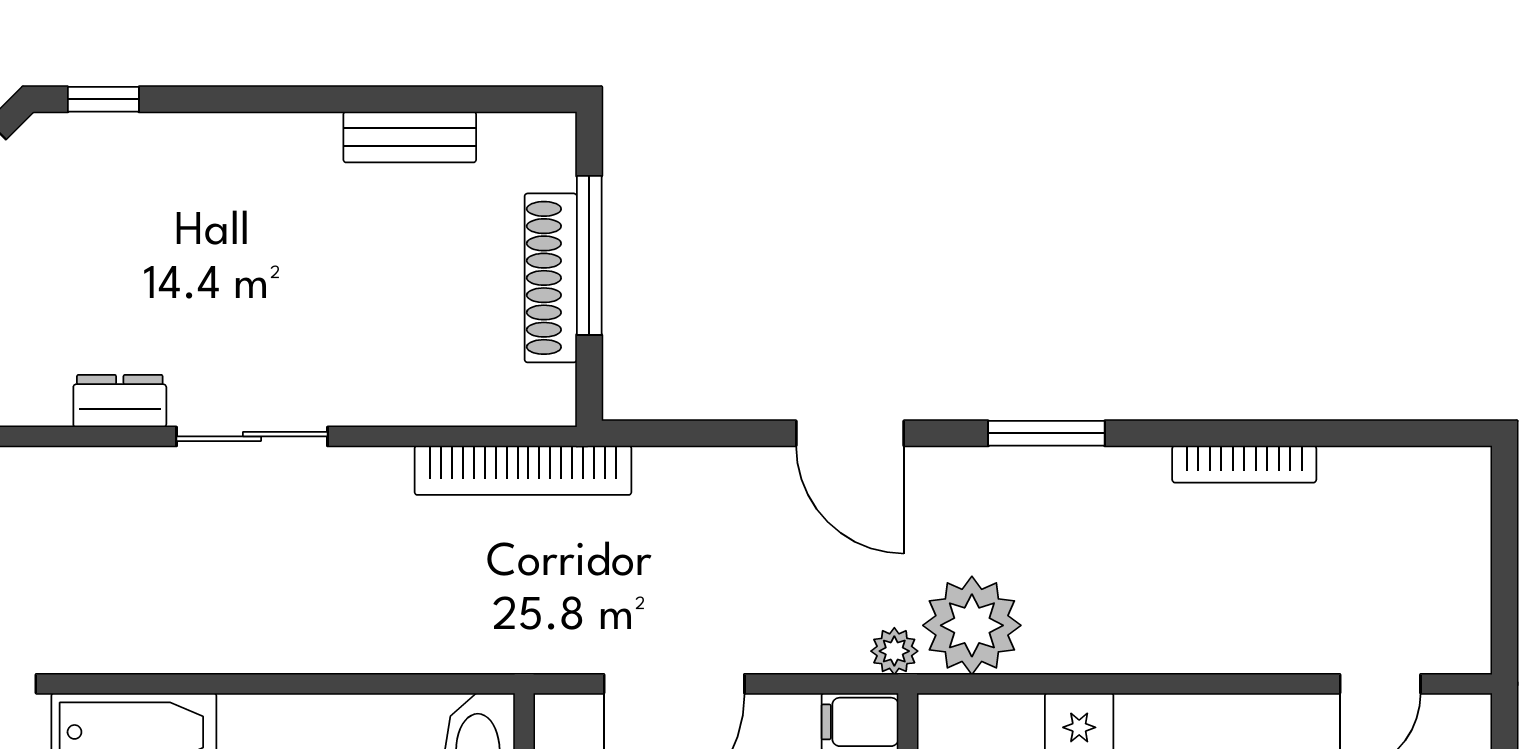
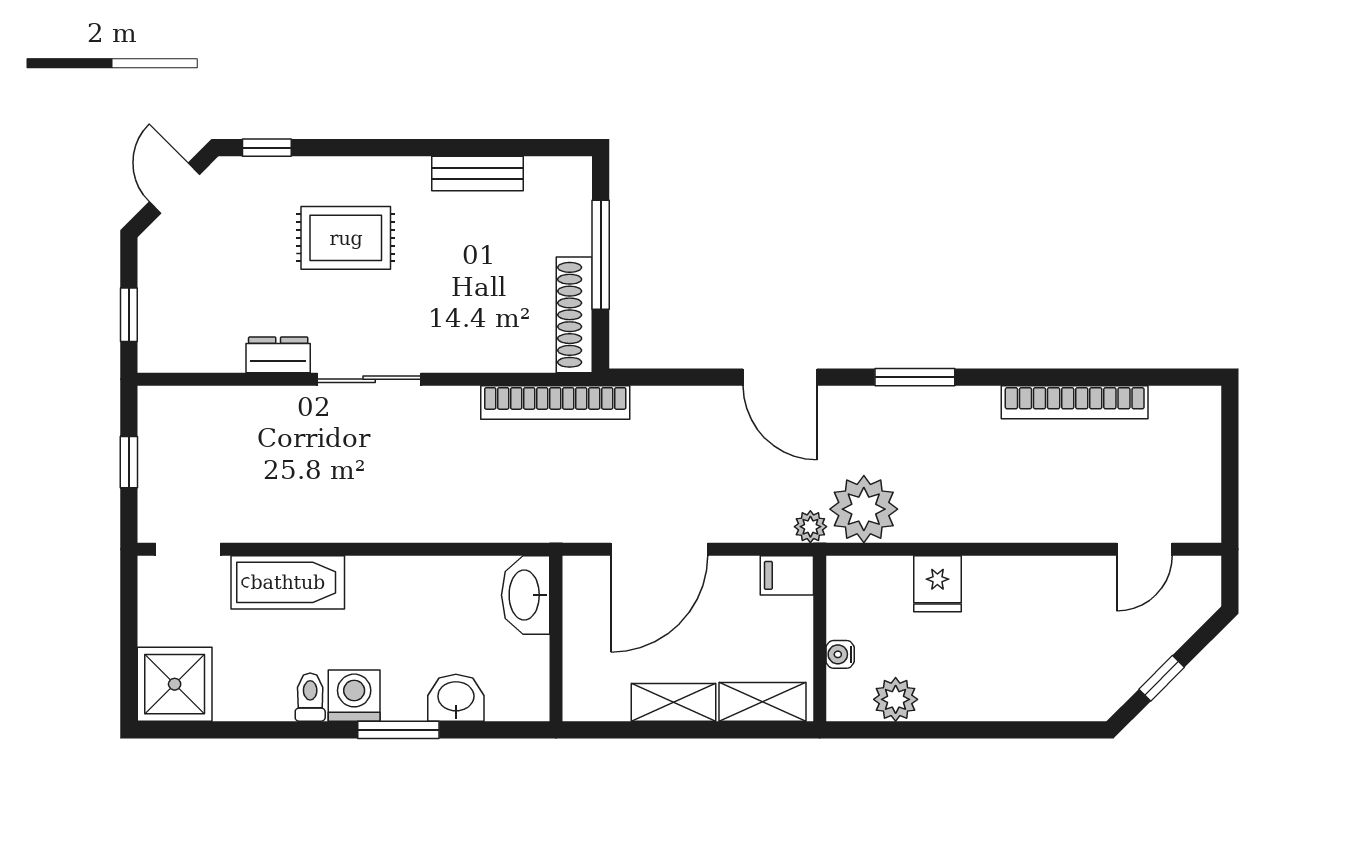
rug: (218, 231) -> (346, 238), added
shoe rack: (551, 278) -> (574, 315), moved
bookcase: (1244, 464) -> (1075, 402), width x1.48, depth x1.31

